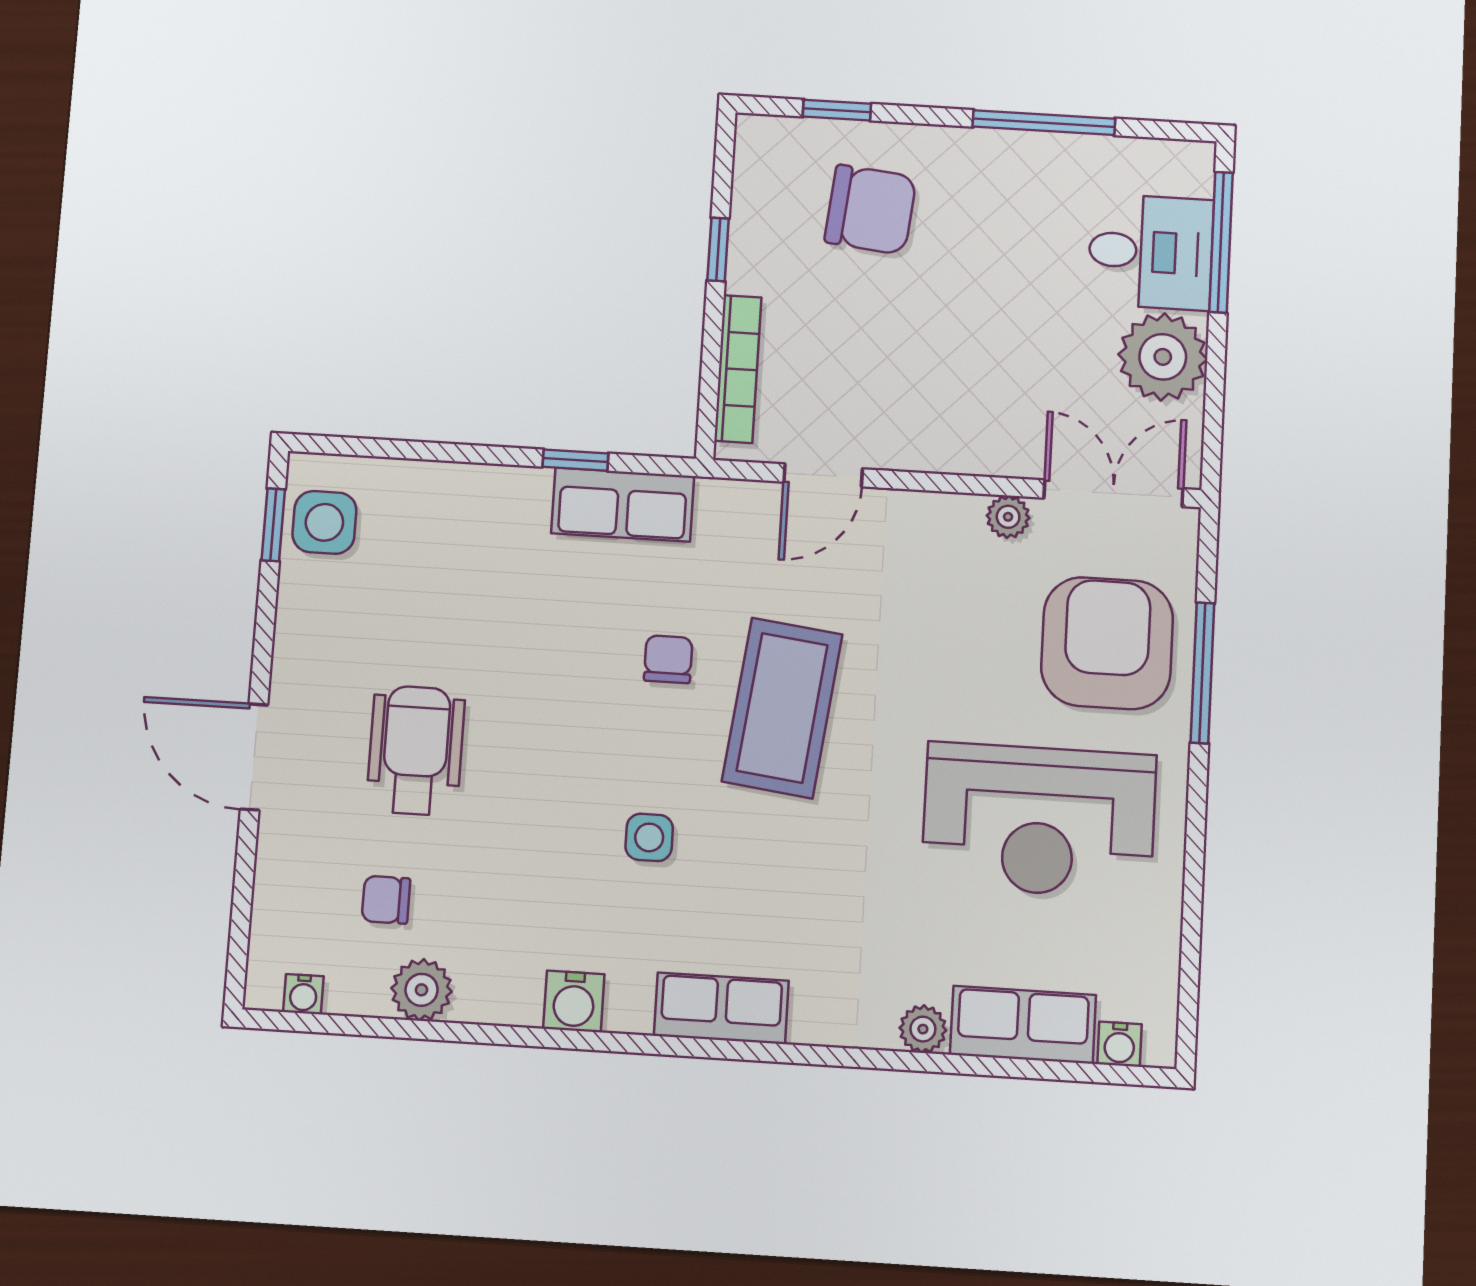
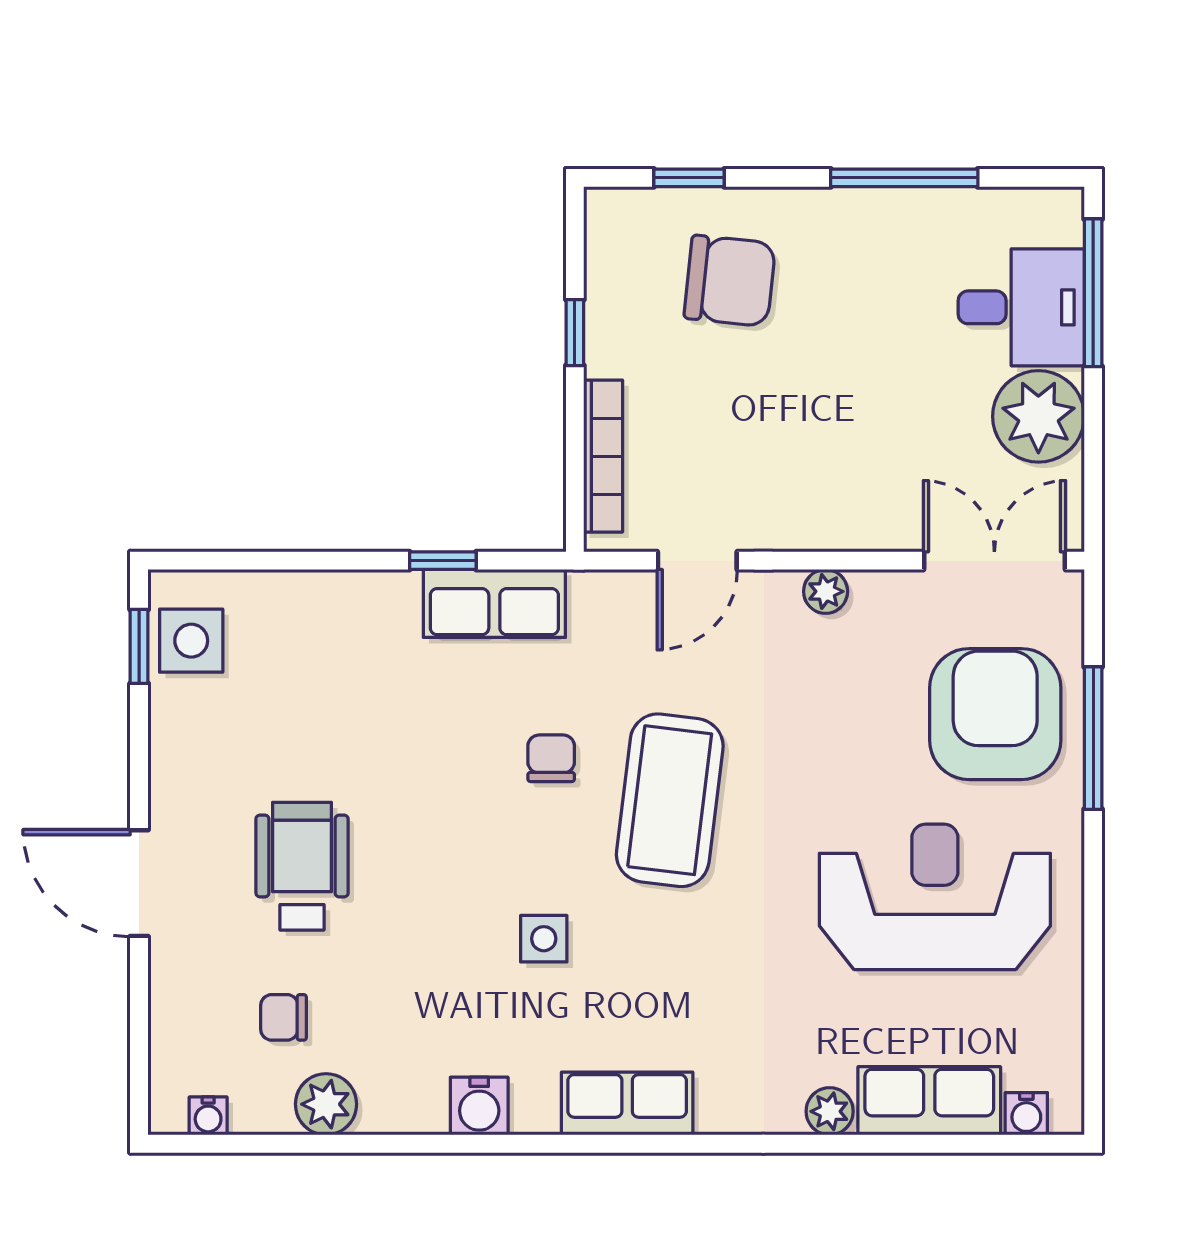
plant: (1008, 517) -> (826, 591), moved
reception desk: (1039, 820) -> (935, 897), turned 180

